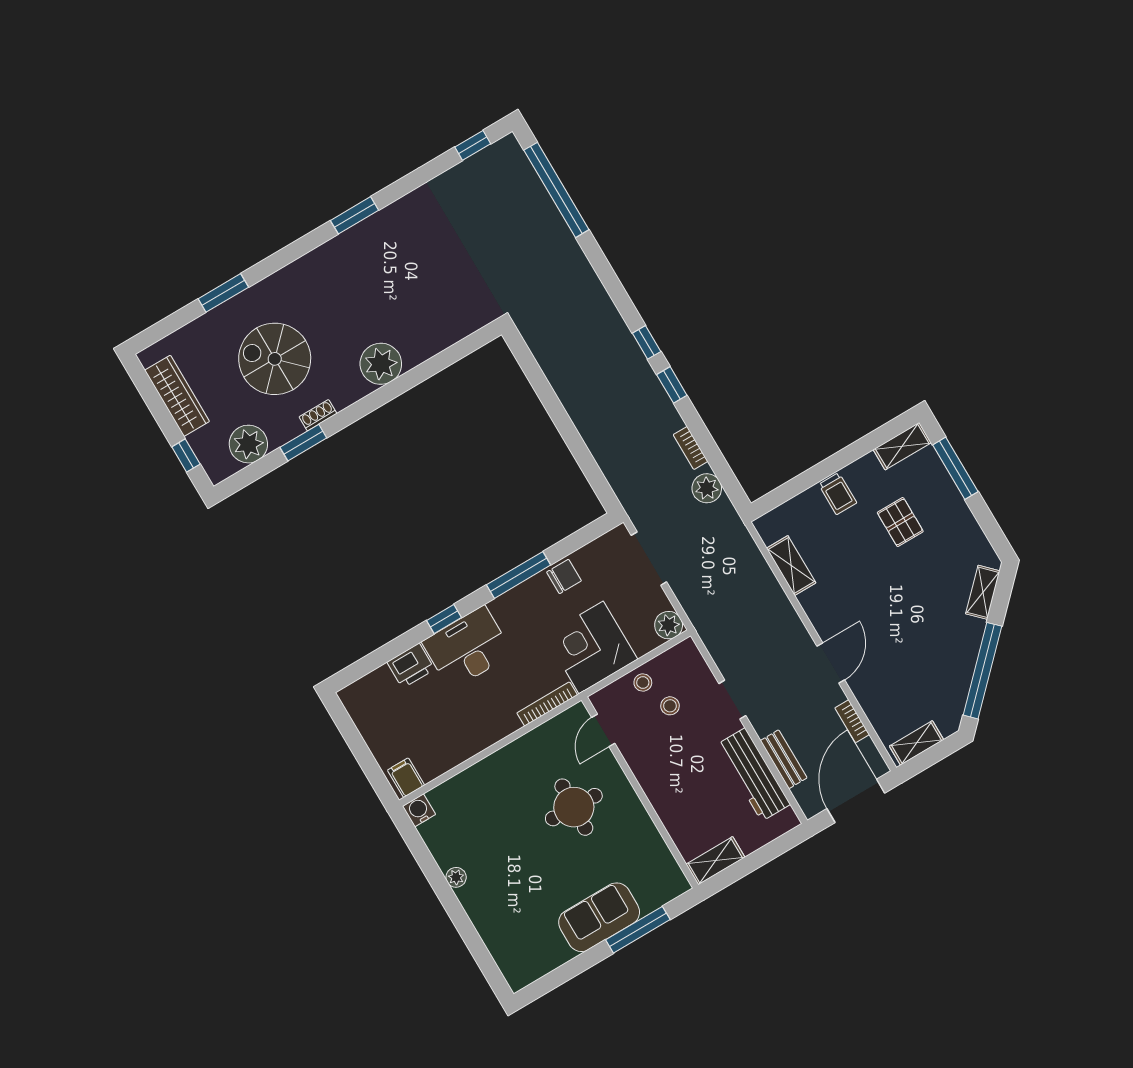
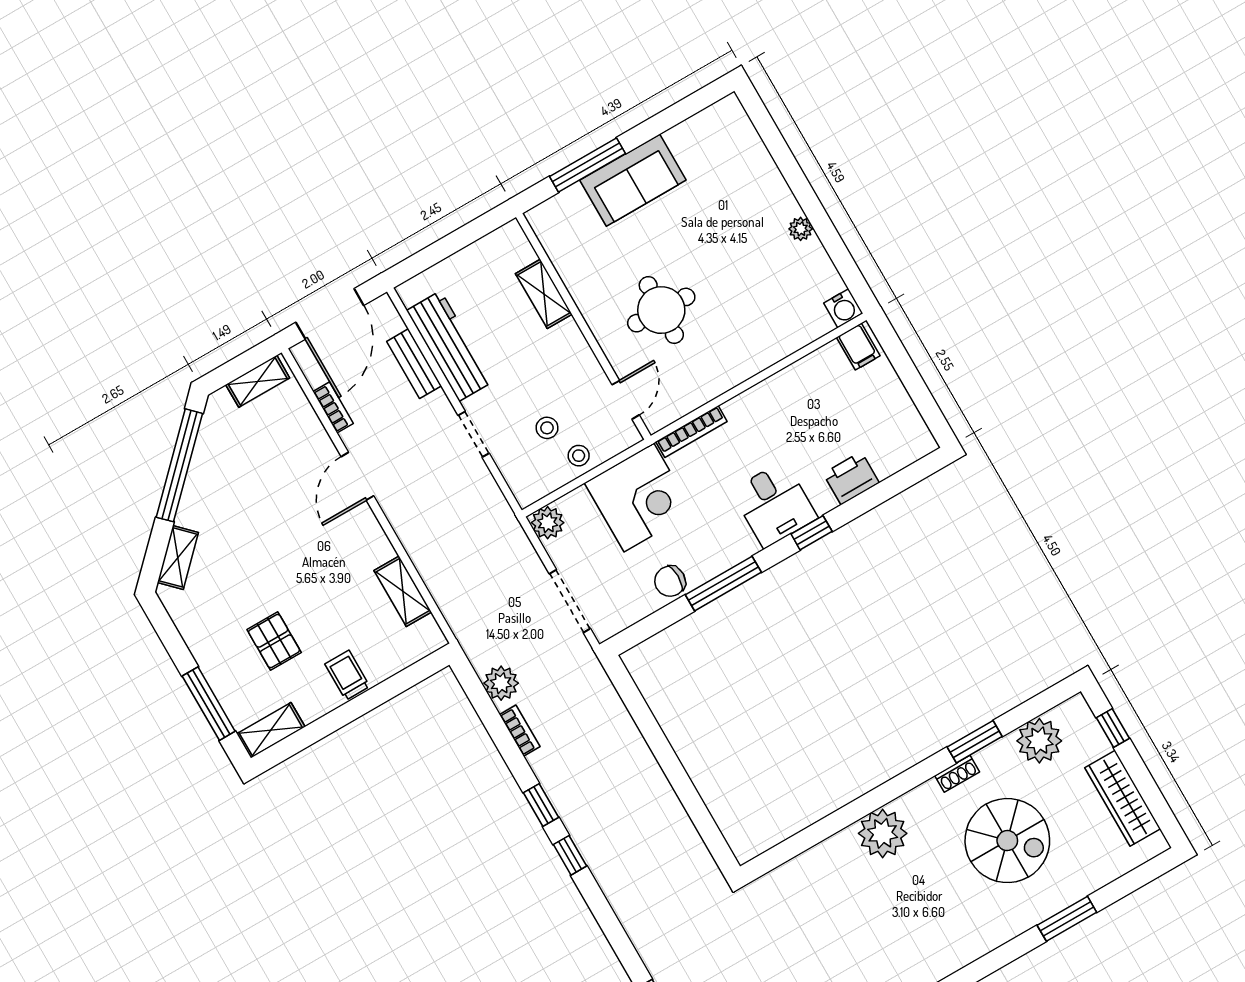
desk: (467, 648) -> (774, 504), width x0.73
shelving: (715, 861) -> (544, 294), moved, turned 90

